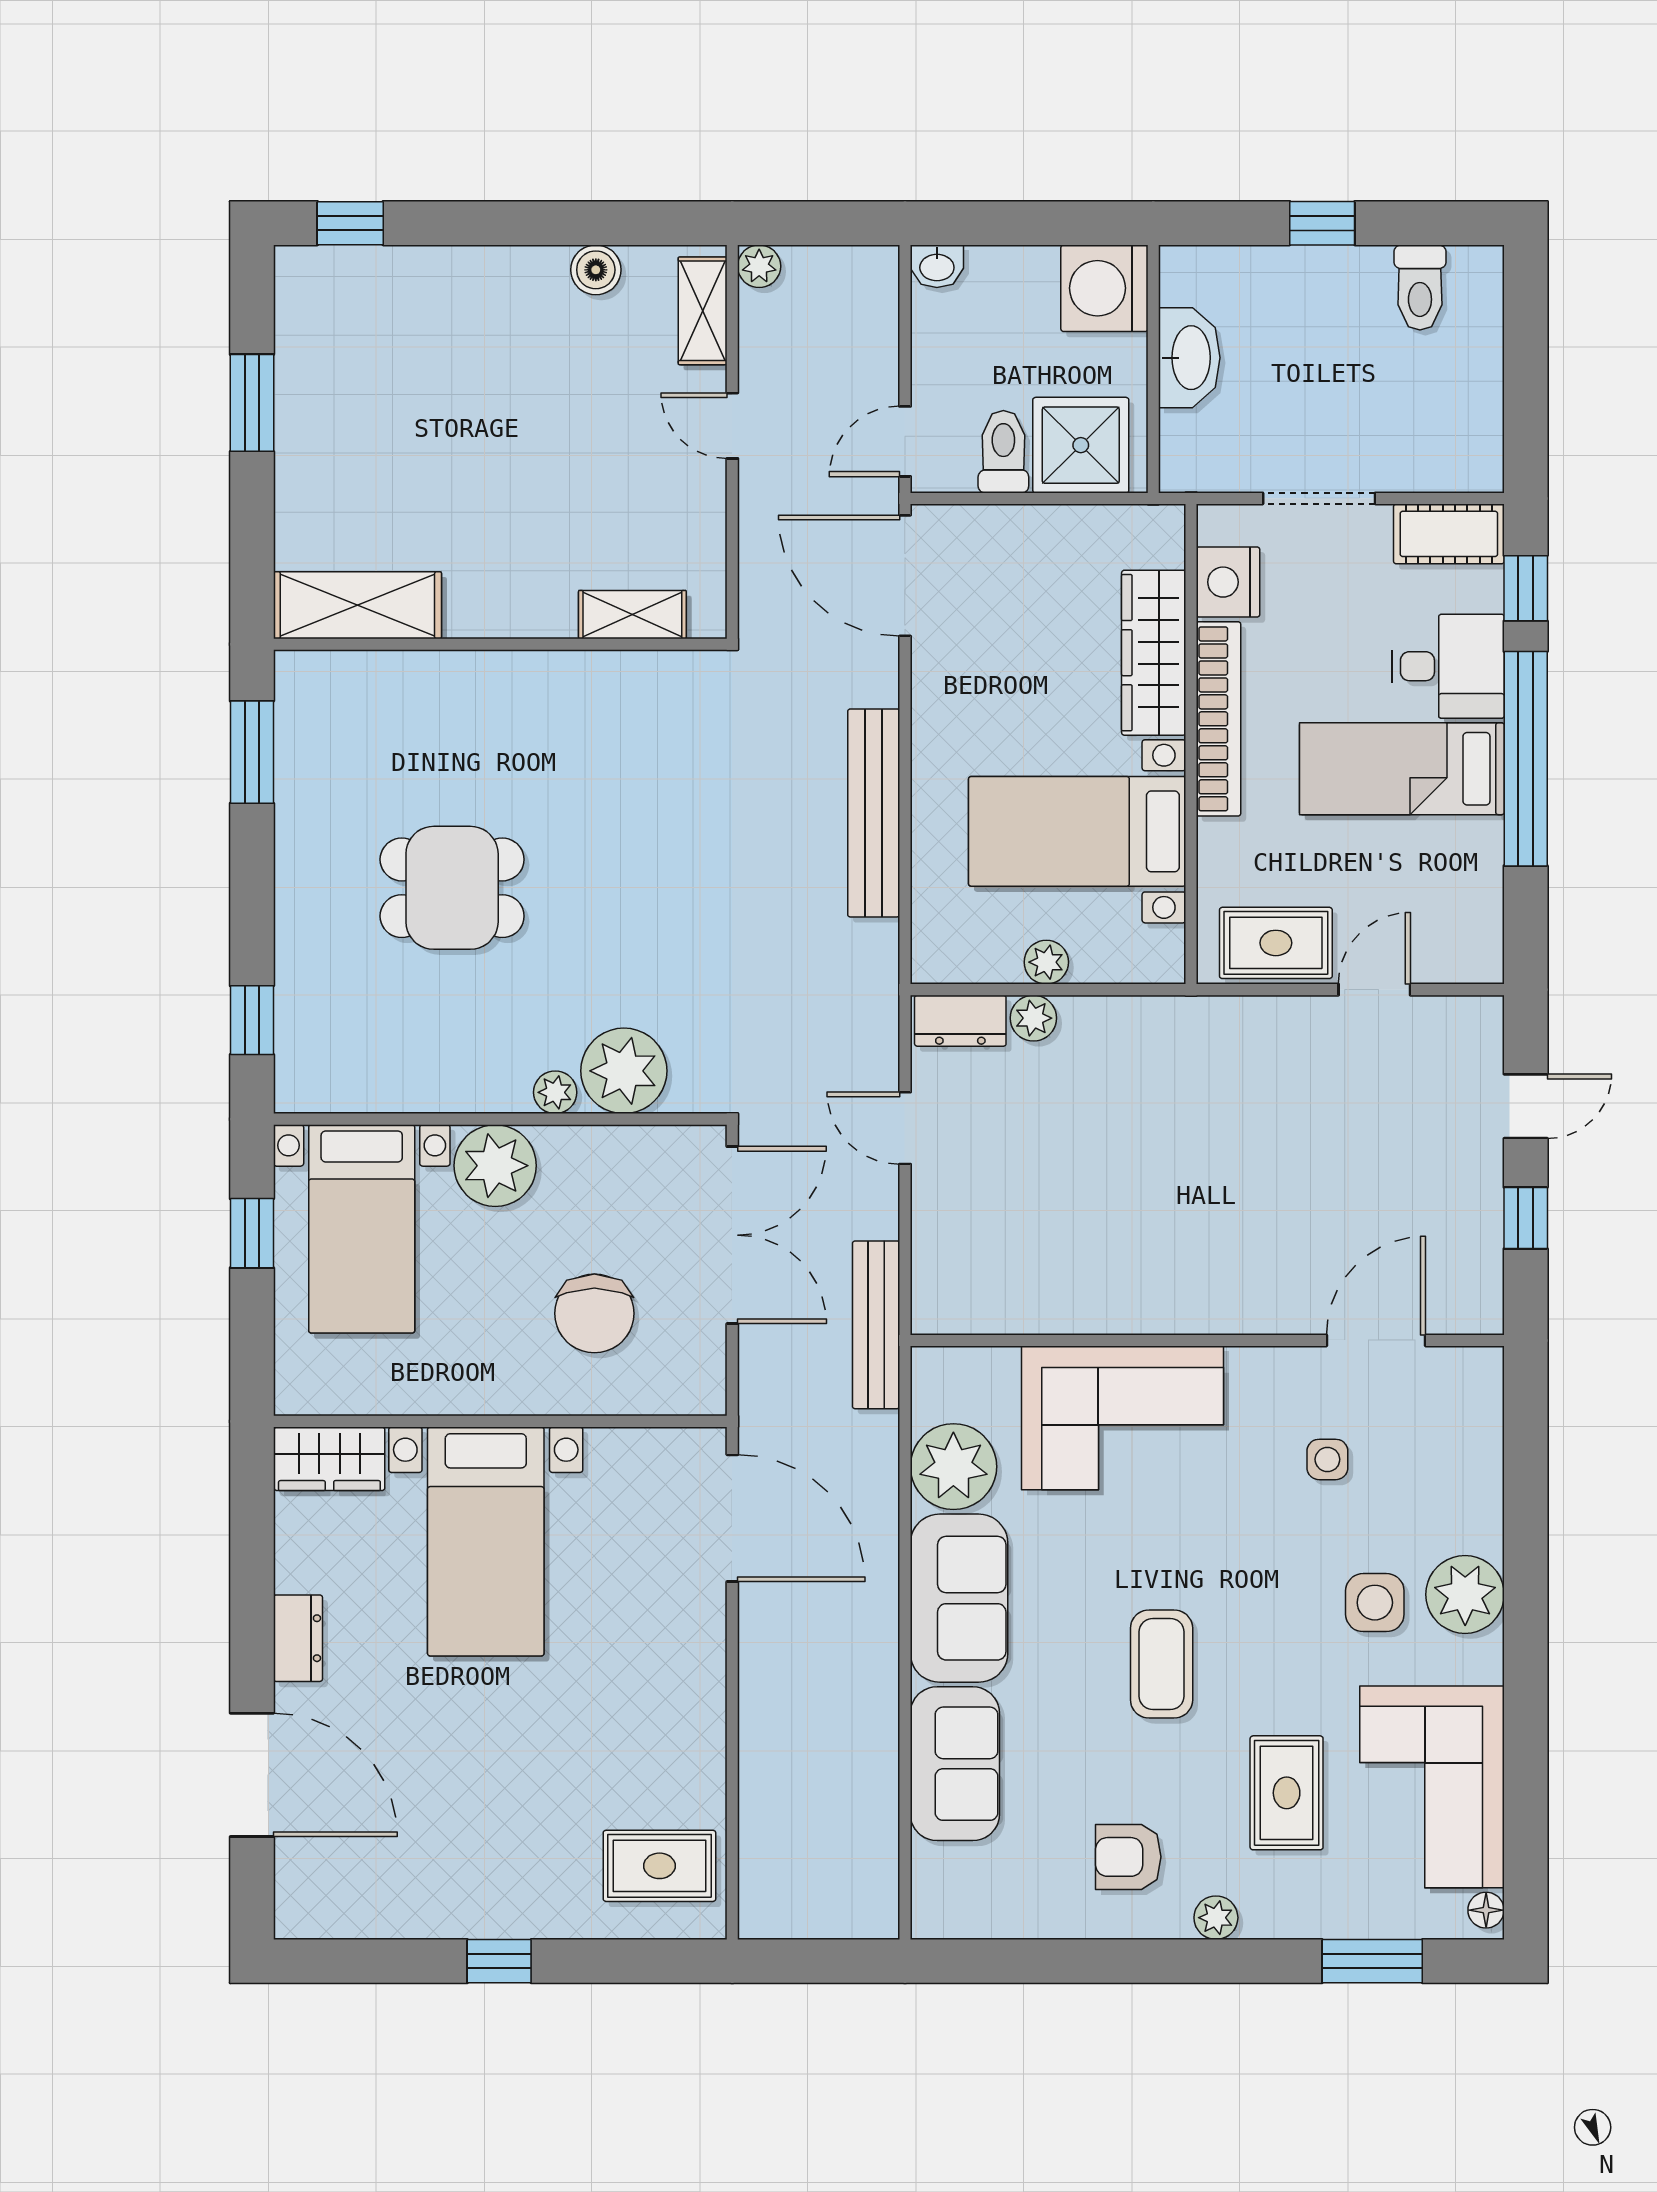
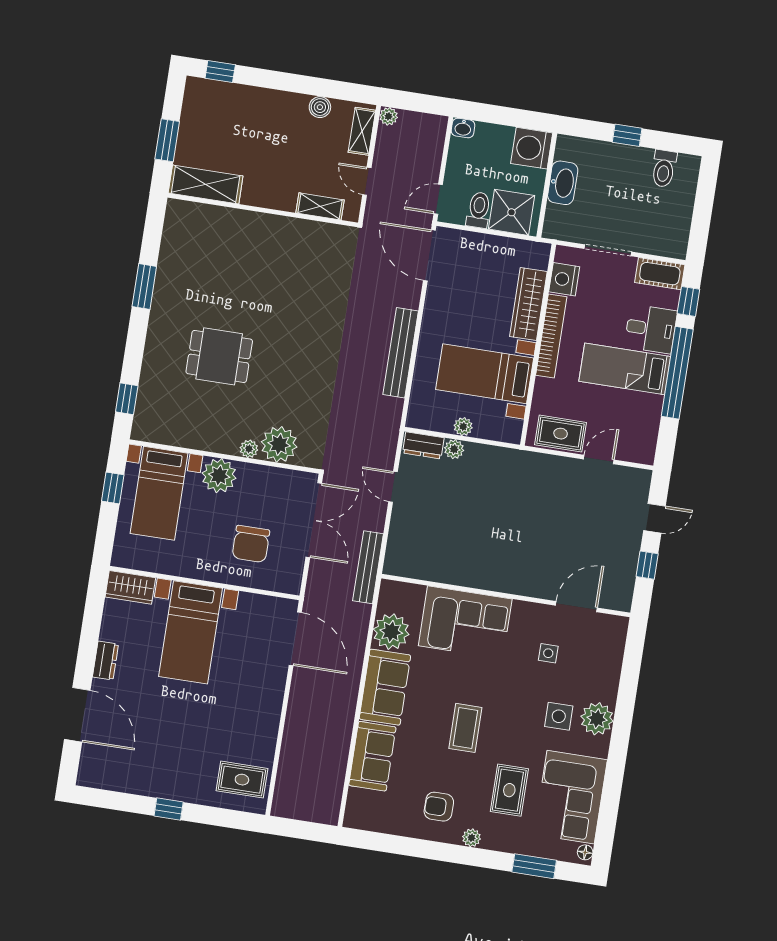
shelving: (357, 605) -> (206, 184), moved
shelving: (632, 615) -> (320, 206), moved
wall: (500, 644) -> (263, 210), moved

